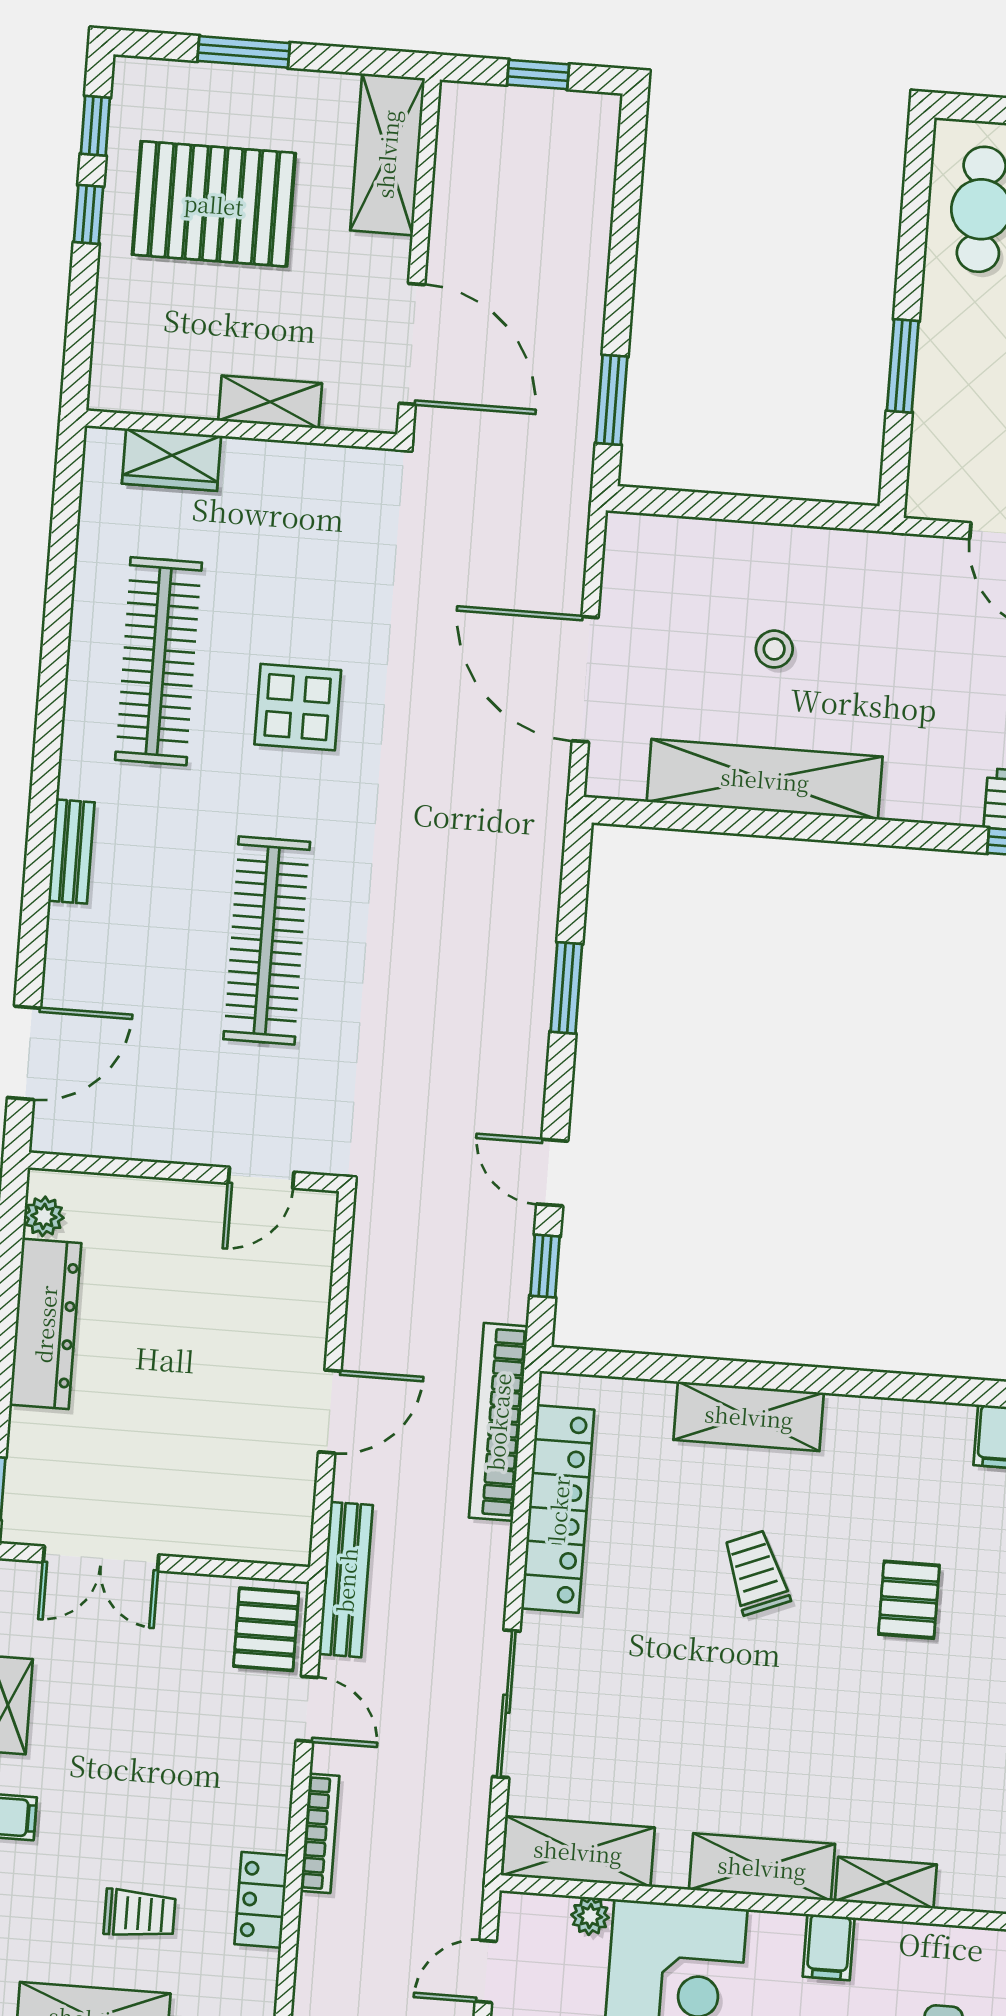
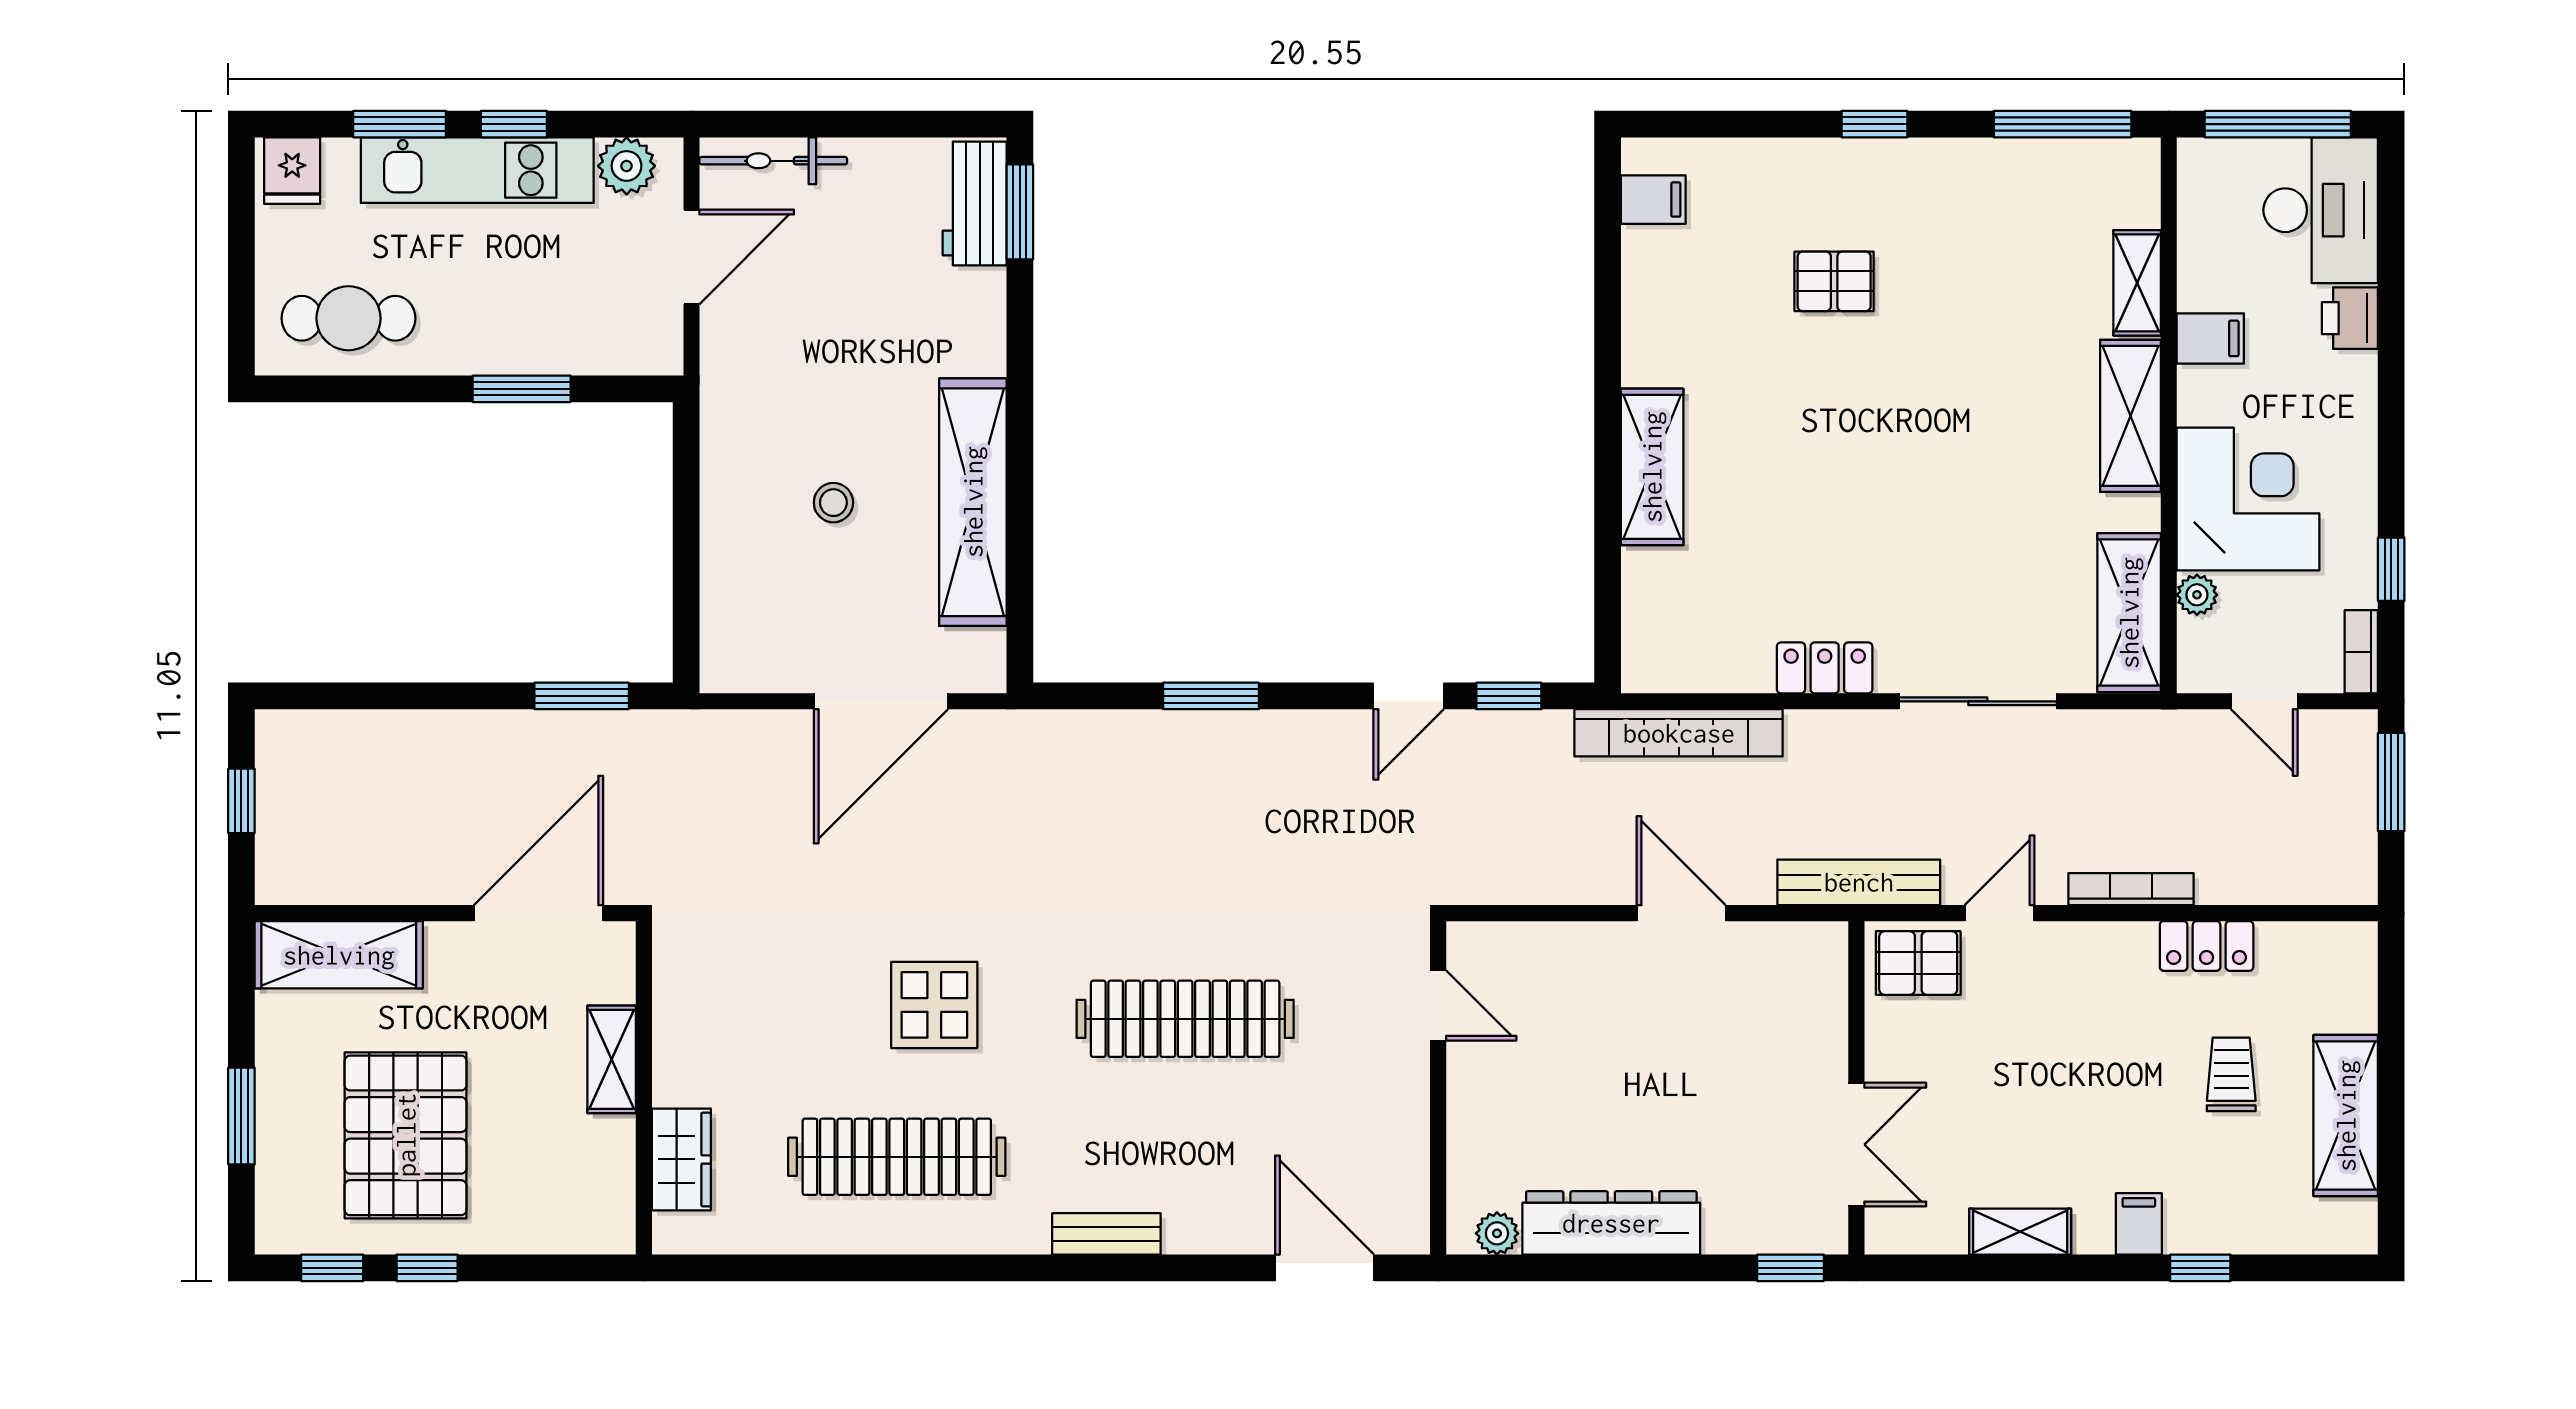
locker: (558, 1509) -> (1825, 668), width x0.46, depth x0.83
trolley: (756, 1573) -> (1818, 446), removed

